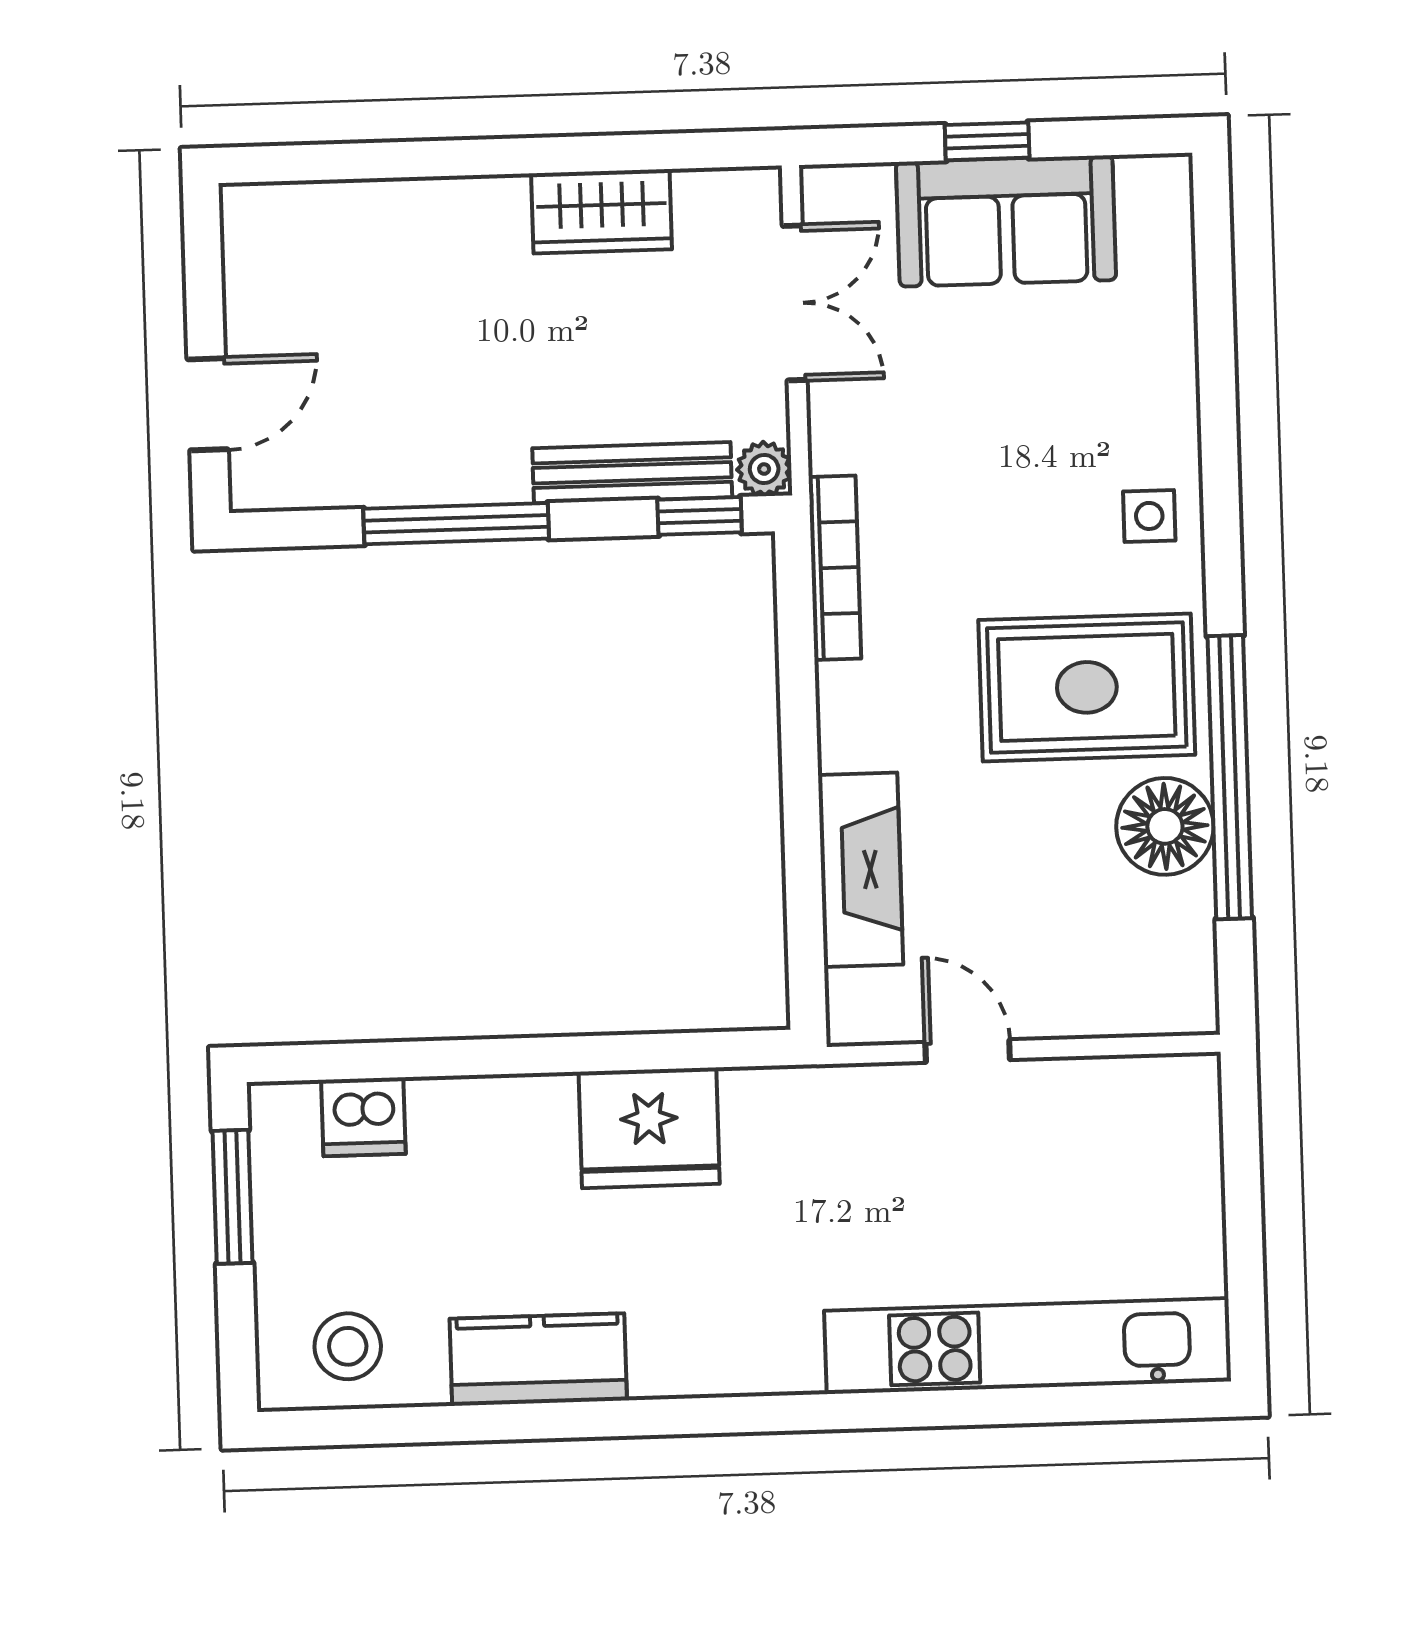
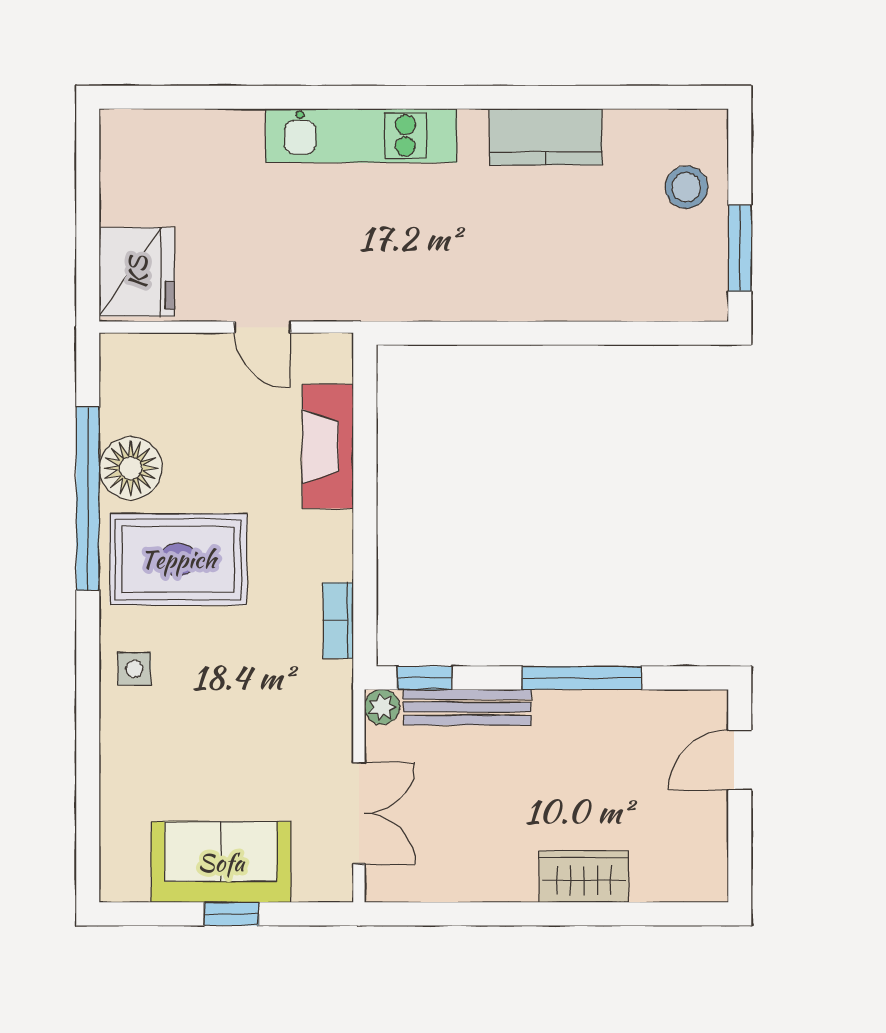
wardrobe: (602, 211) -> (584, 876), moved
double door: (795, 303) -> (359, 813), swing flipped
bookcase: (835, 568) -> (338, 620), width x0.64
dishwasher: (363, 1117) -> (654, 297), removed
fridge: (649, 1128) -> (137, 272), moved, turned 90
stool: (348, 1346) -> (686, 187), moved
kitchen unit: (1028, 1346) -> (361, 136), moved, width x0.73

